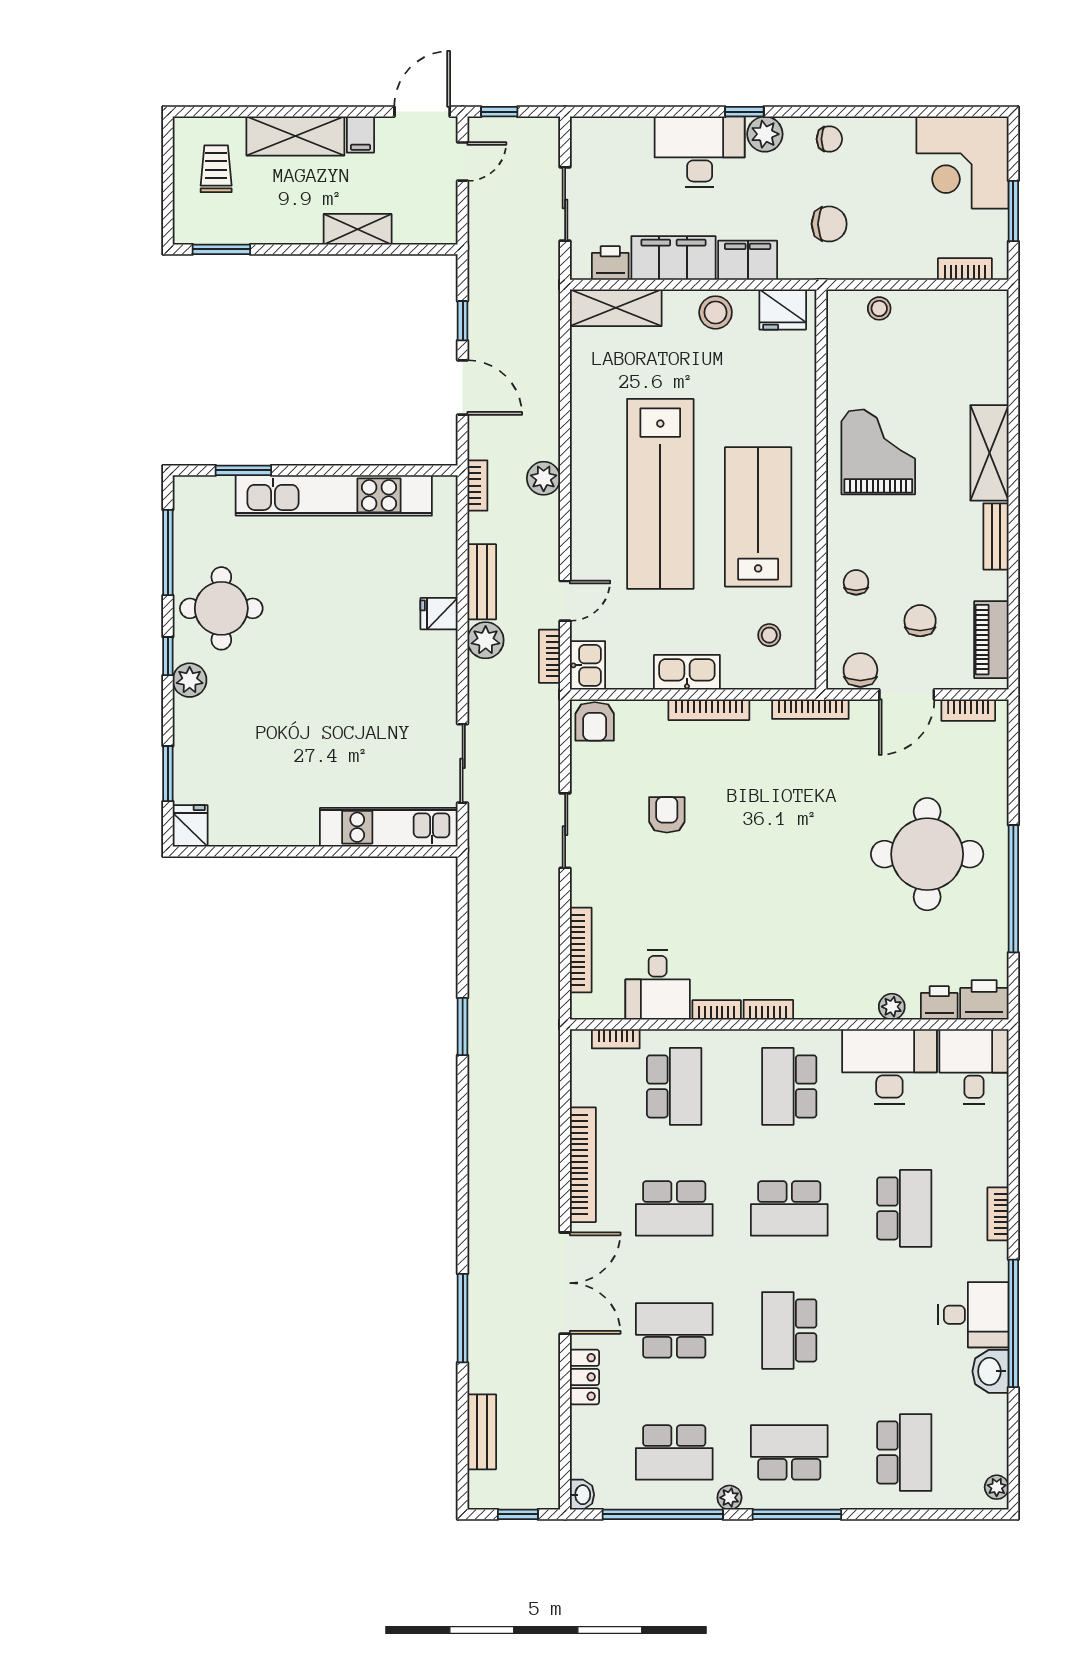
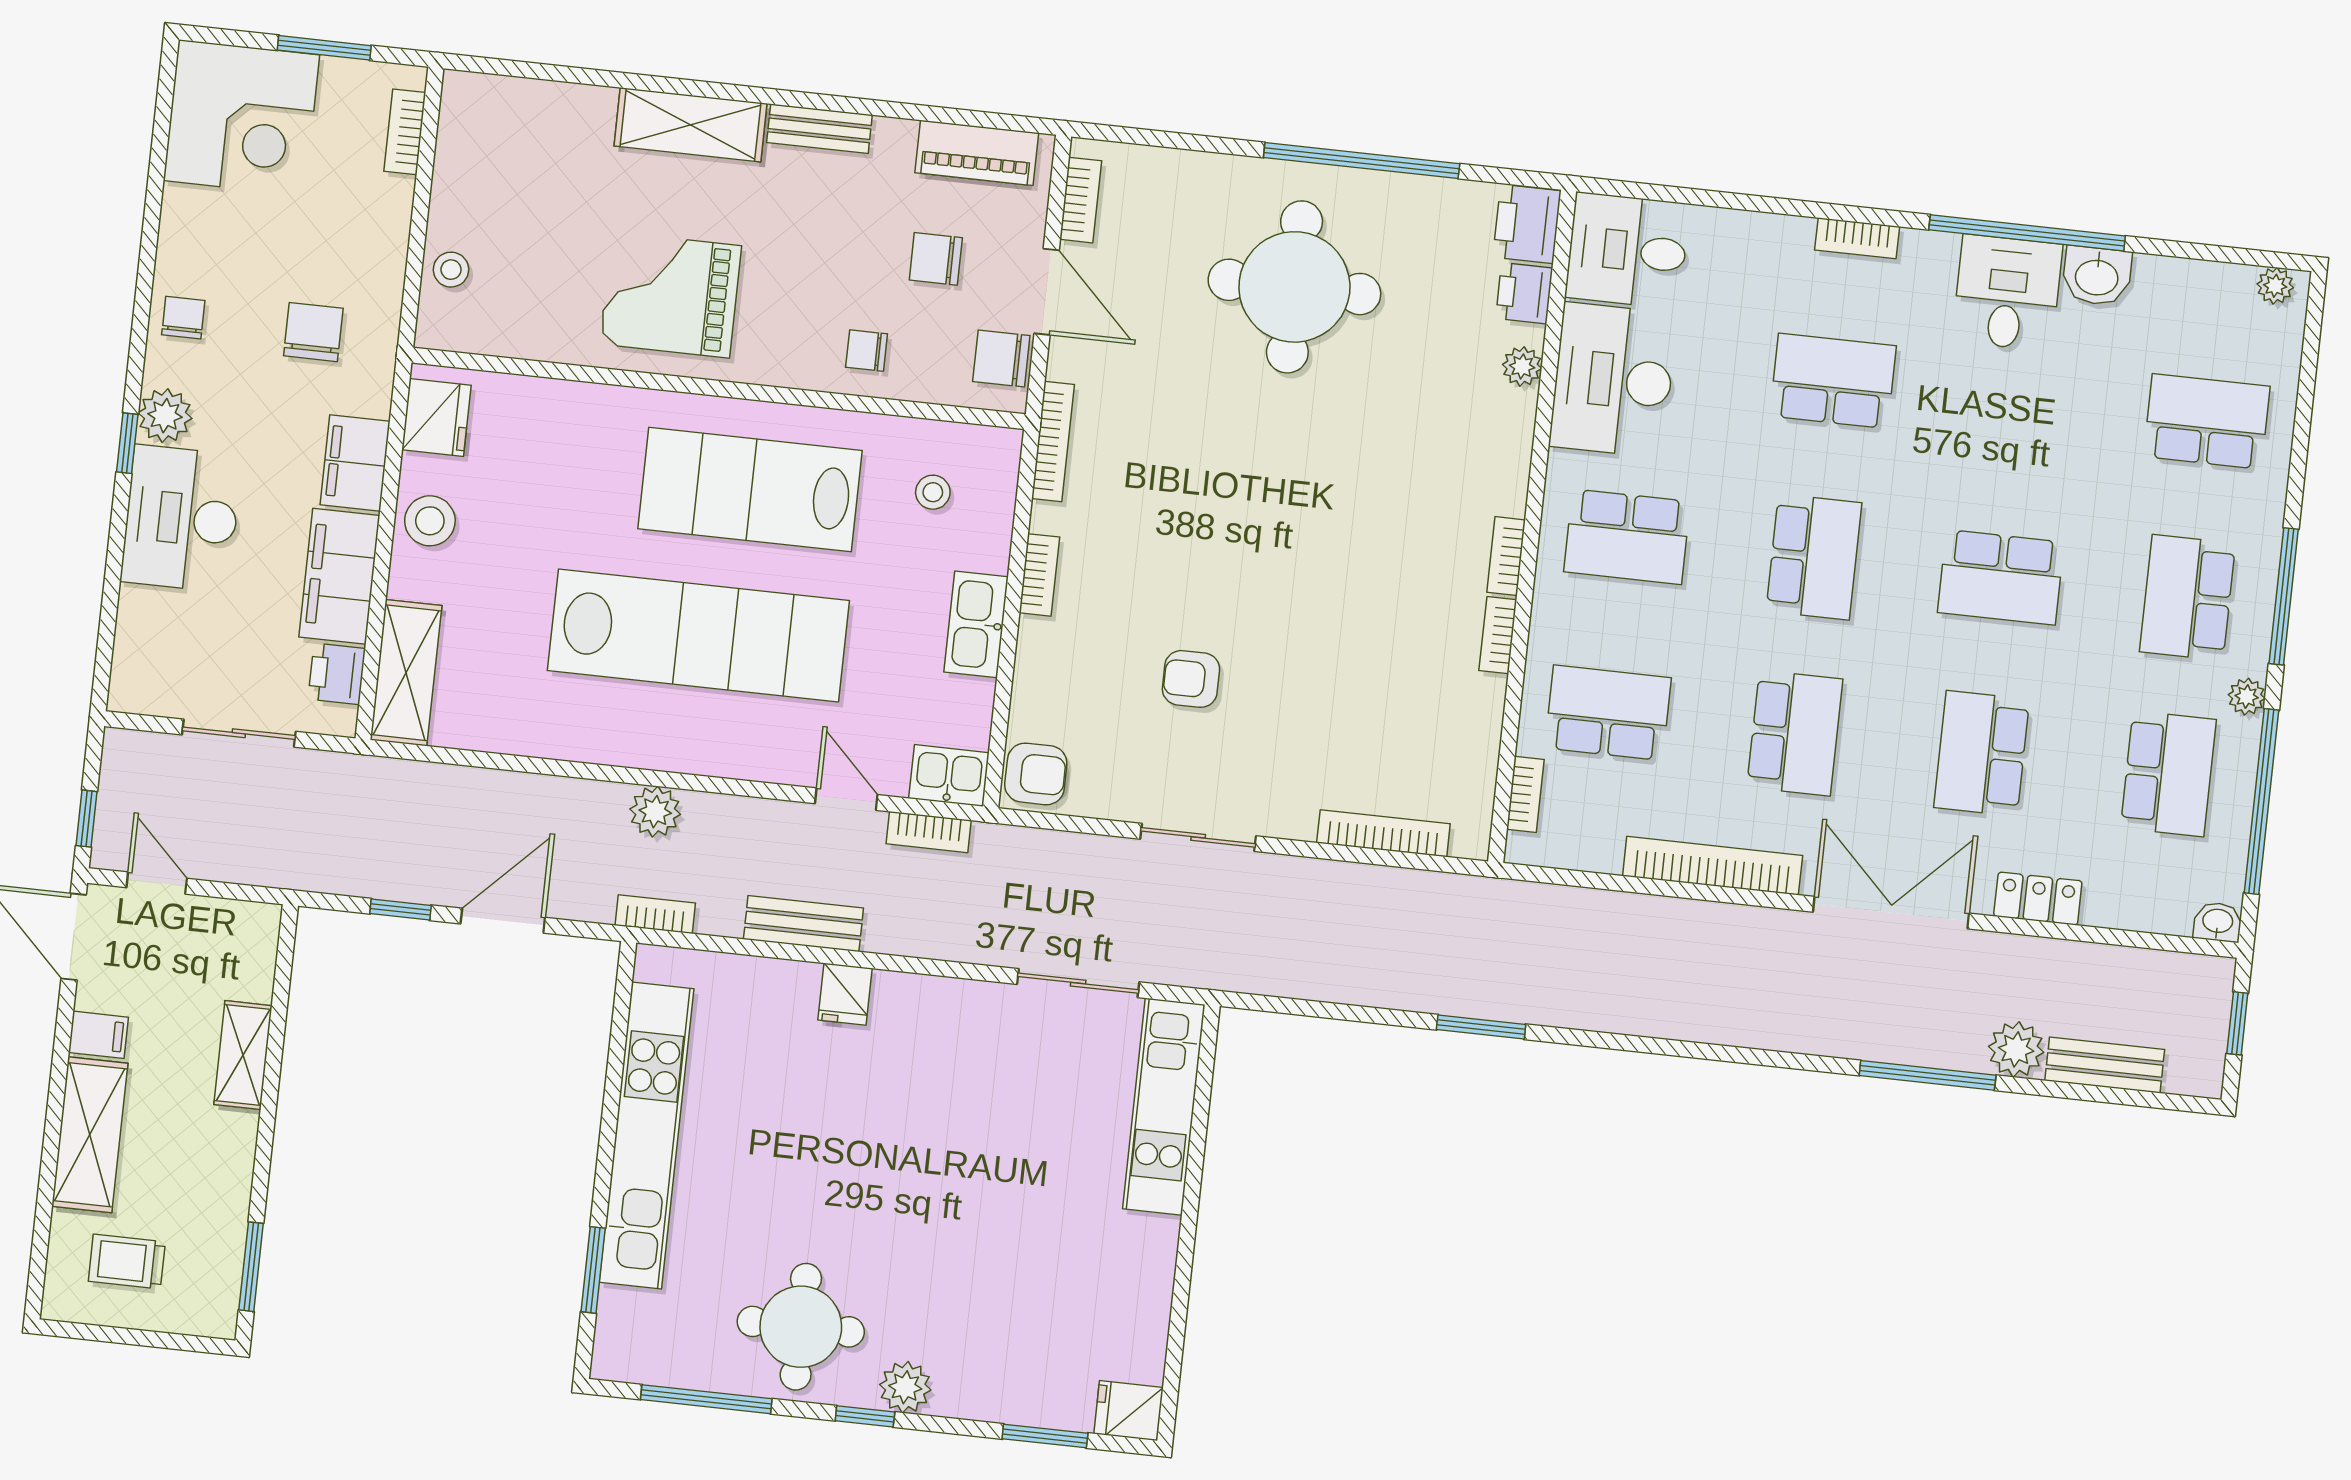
plant: (486, 640) -> (2016, 1049), moved
bookcase: (709, 710) -> (1039, 575), width x0.64
desk: (658, 985) -> (1450, 721), removed

